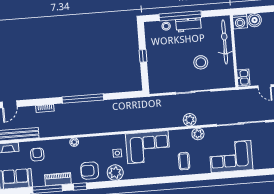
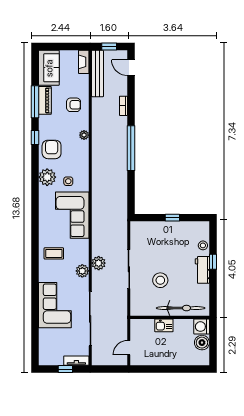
window: (180, 16) -> (213, 262), width x0.32
kitchen sink: (243, 77) -> (164, 325), moved
armchair: (37, 155) -> (74, 105), moved
piano: (58, 179) -> (45, 100), moved

